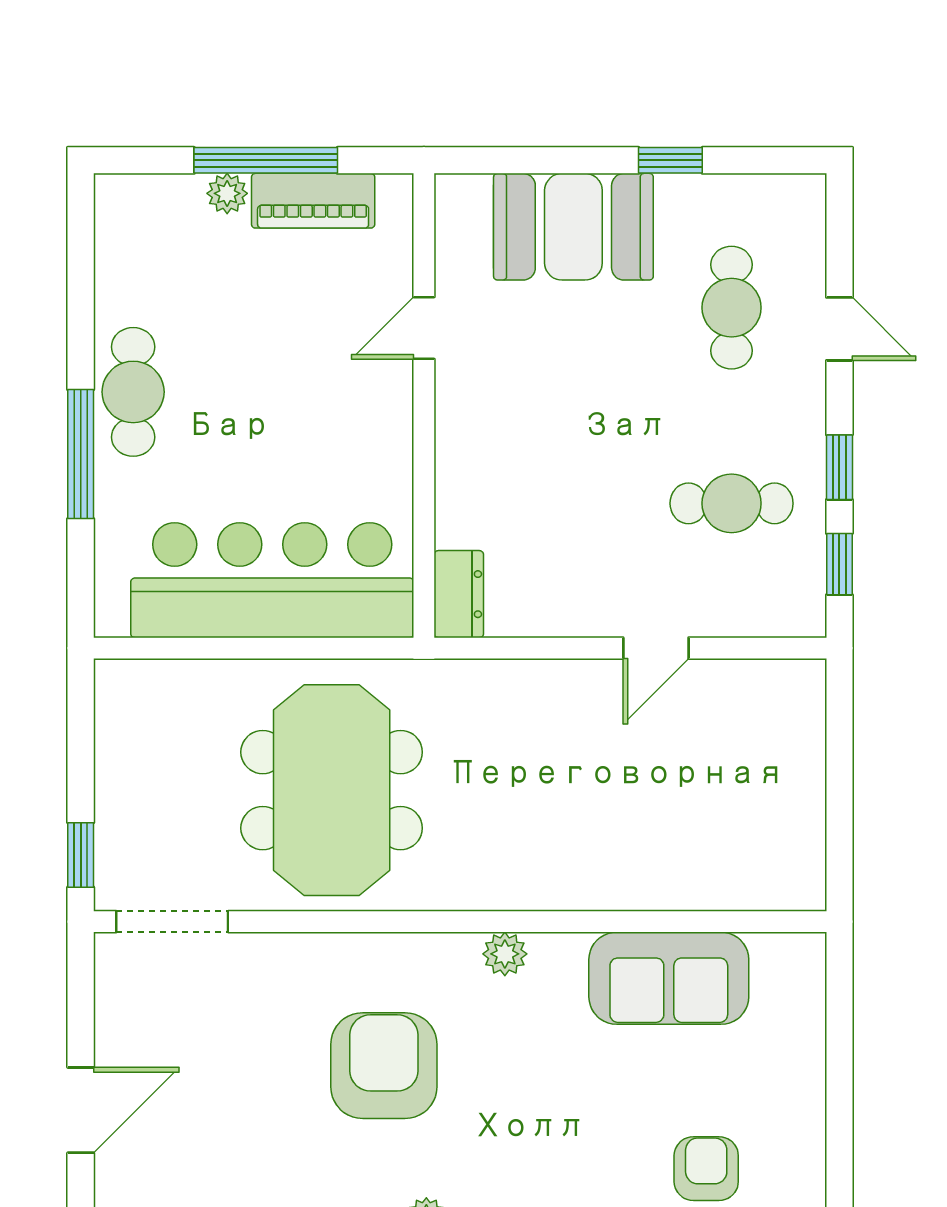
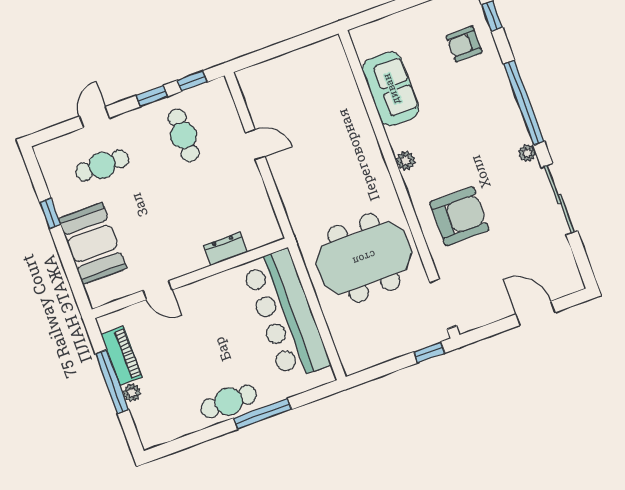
dresser: (459, 594) -> (225, 249), moved
armchair: (384, 1066) -> (459, 216), moved, turned 180

